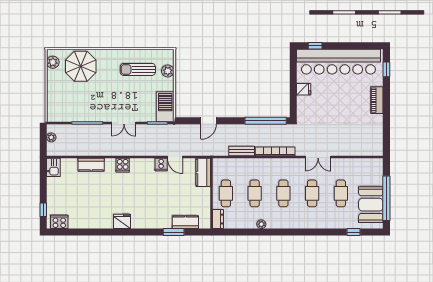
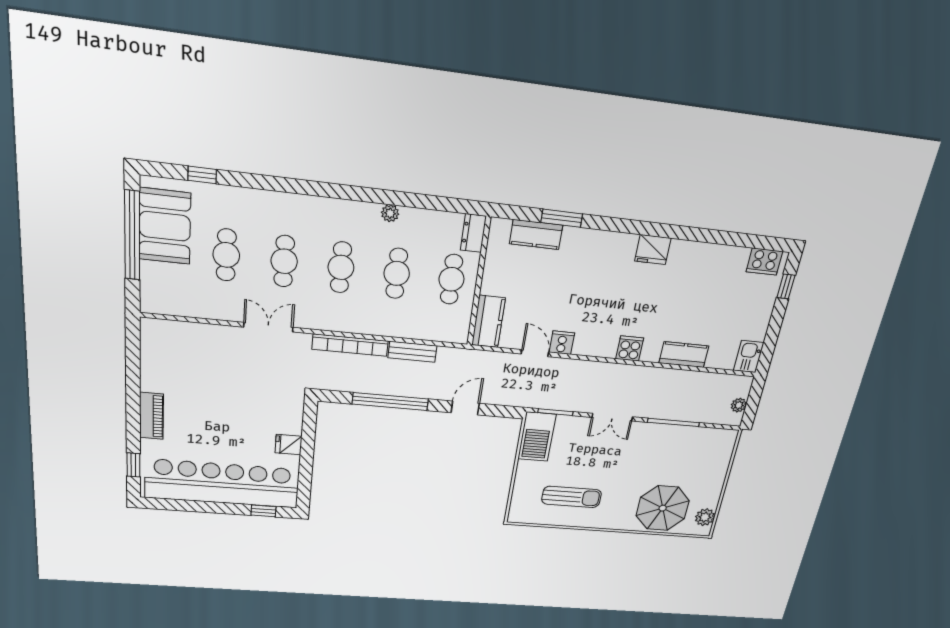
plant: (168, 71) -> (522, 491), removed
window: (266, 121) -> (390, 401), moved
double door: (124, 123) -> (612, 417), swing flipped

